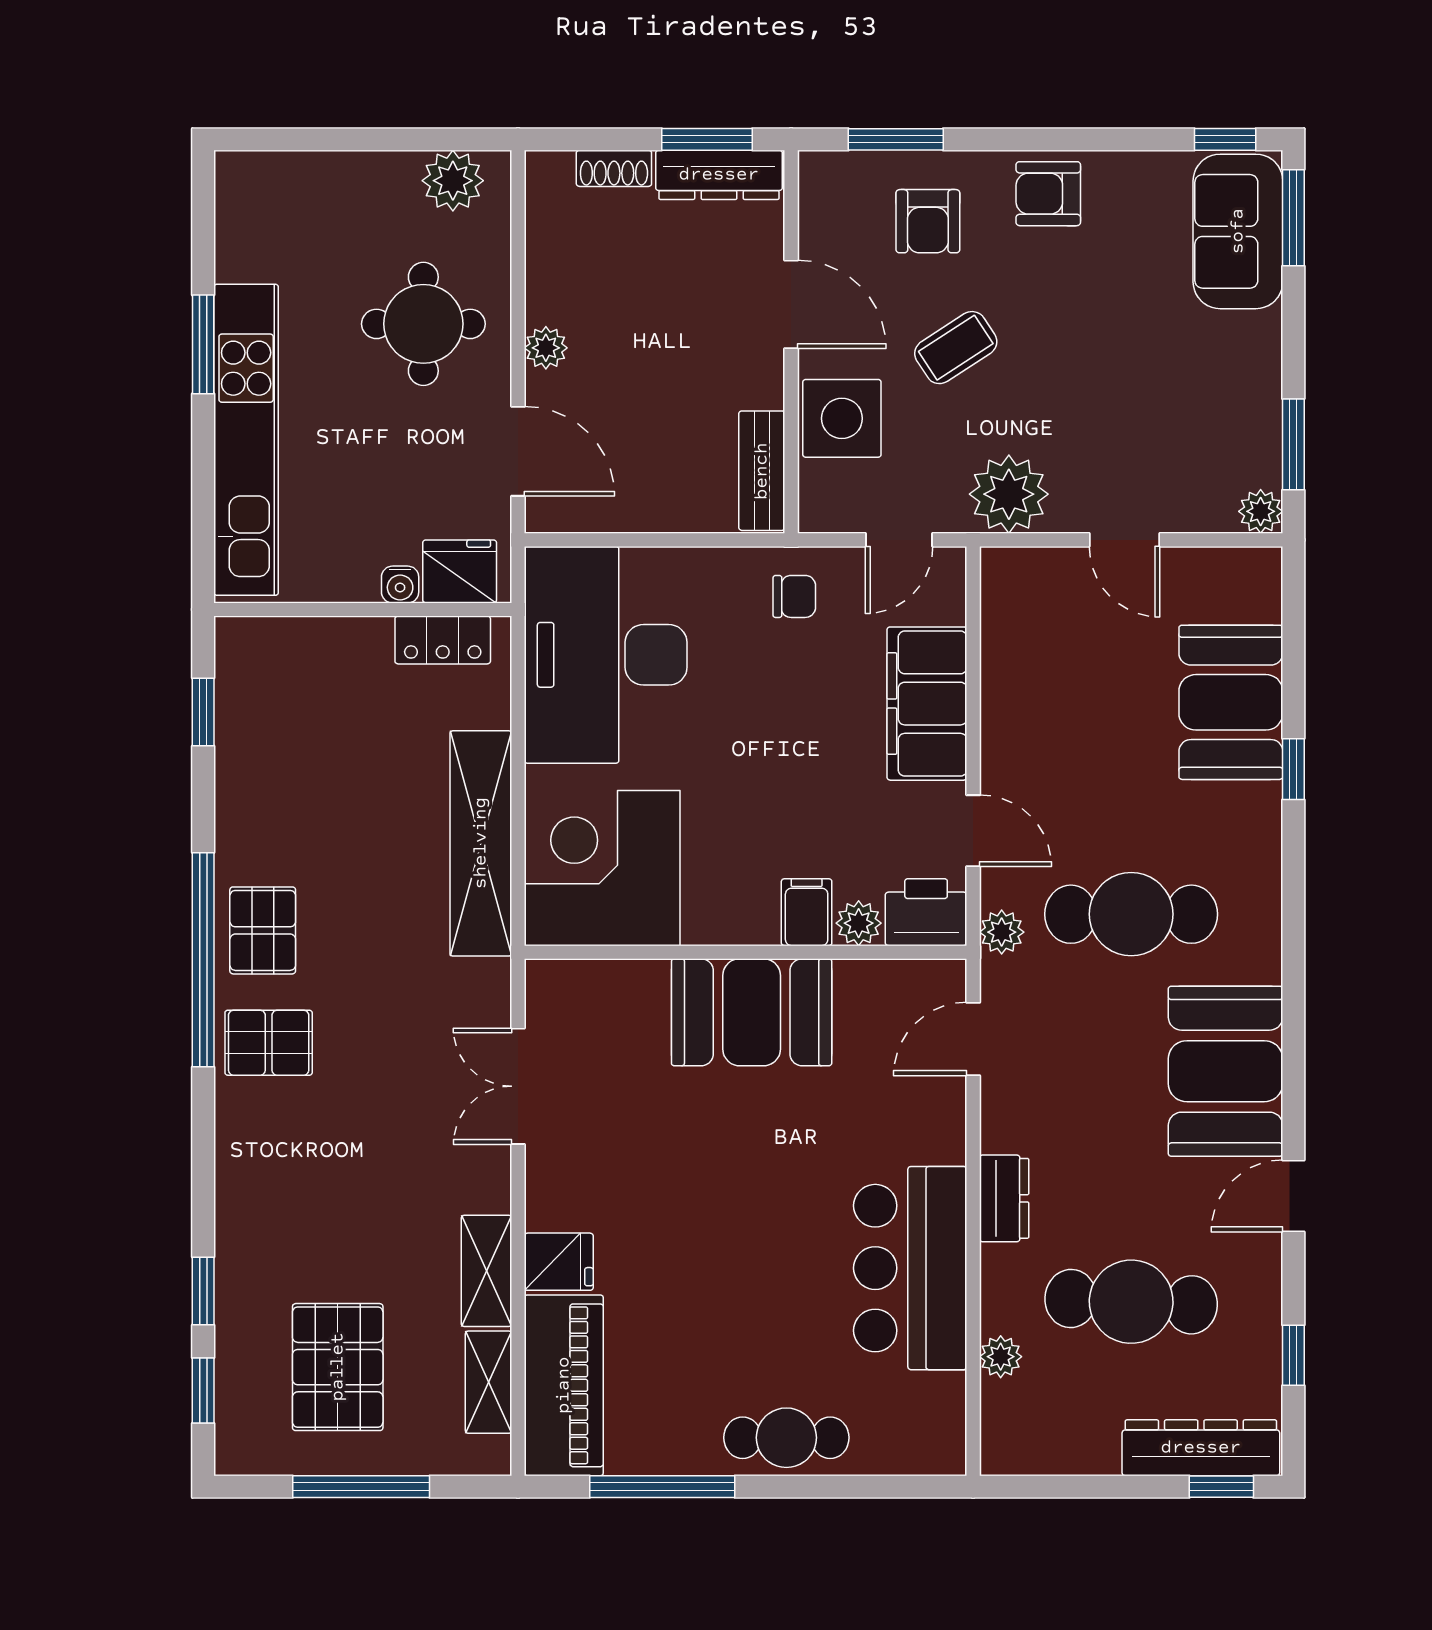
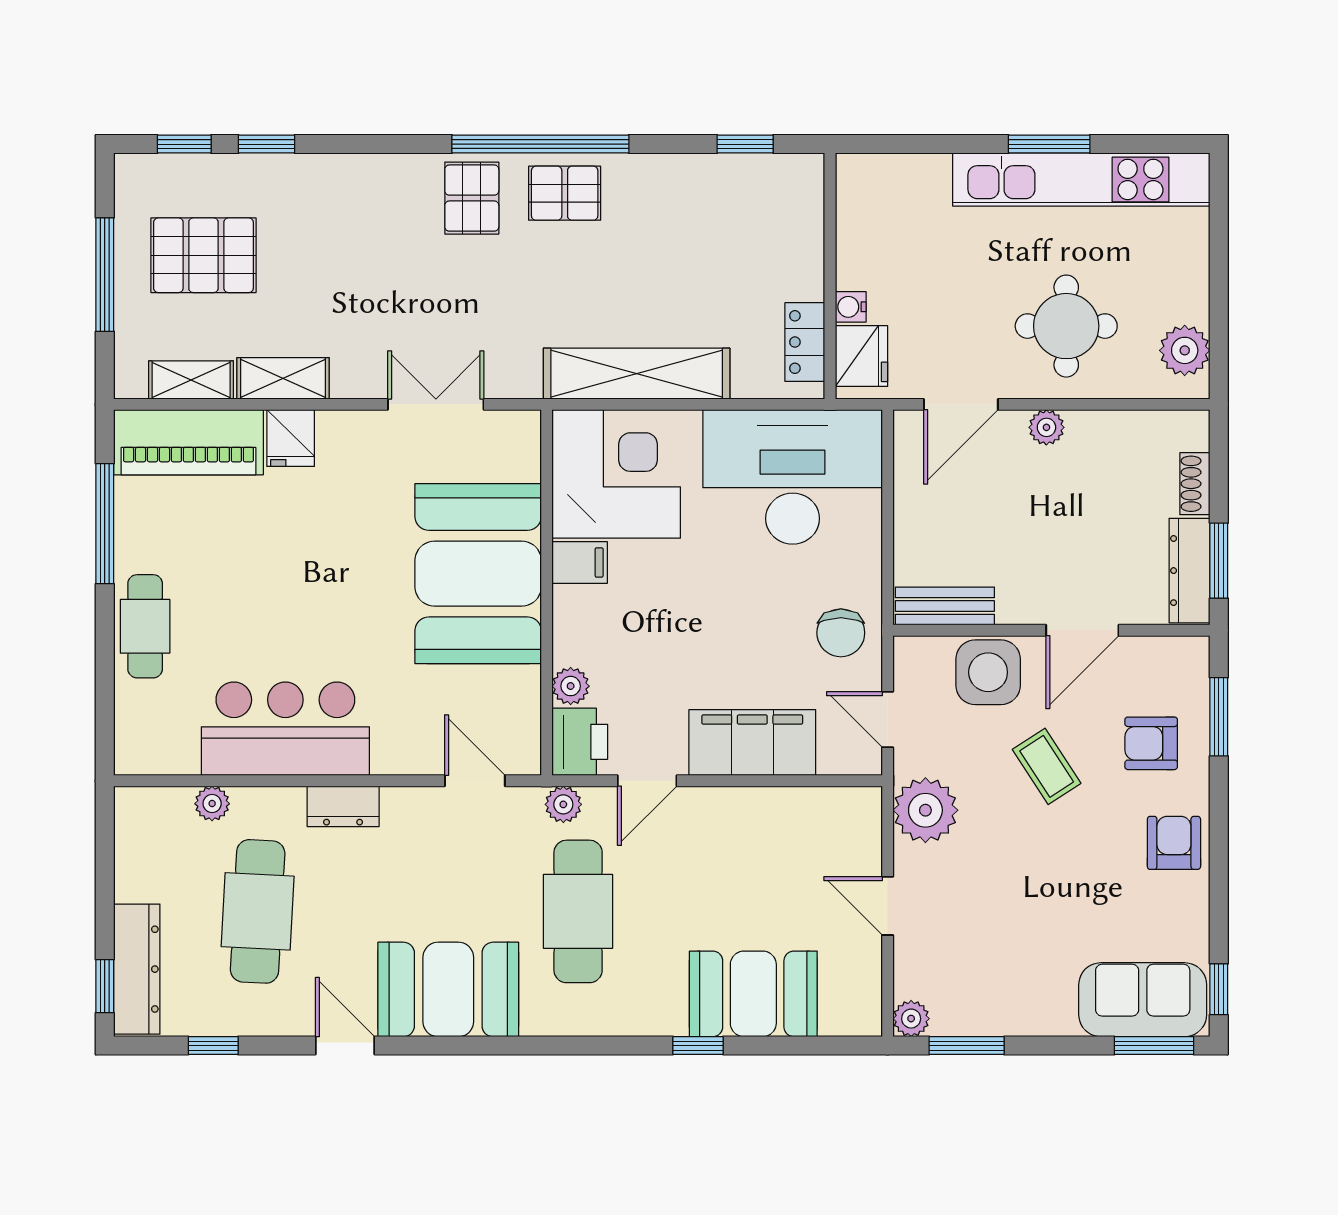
kitchen unit: (246, 440) -> (1081, 179), moved
door: (1125, 540) -> (888, 906), hinge flipped
chair: (794, 596) -> (841, 633), width x1.37, depth x1.37
filing cabinet: (807, 912) -> (580, 562), moved
booth: (752, 1012) -> (478, 574), width x1.36, depth x1.42

